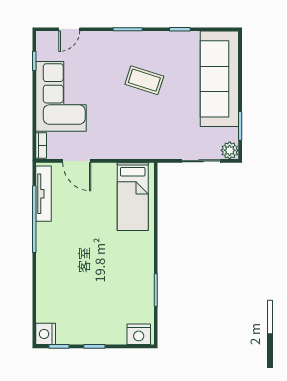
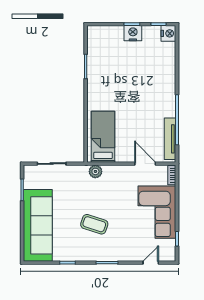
plant: (230, 150) -> (95, 171), moved
nightstand: (139, 334) -> (133, 33), moved

